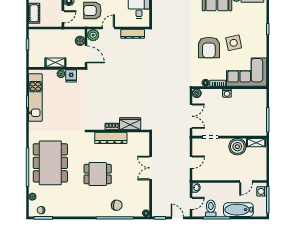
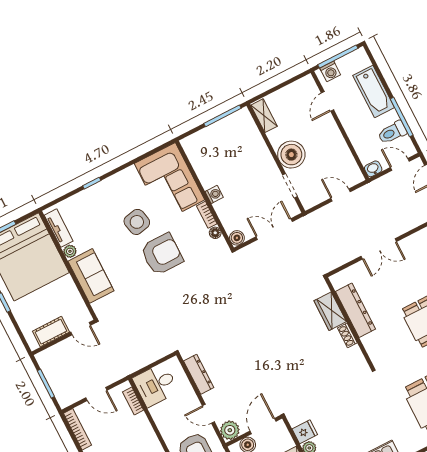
dresser: (111, 138) -> (356, 310), moved
boiler: (237, 147) -> (291, 155), moved
door: (246, 181) -> (327, 101), swing flipped

